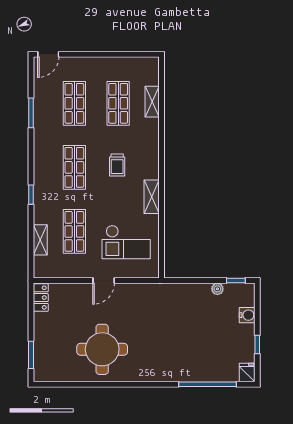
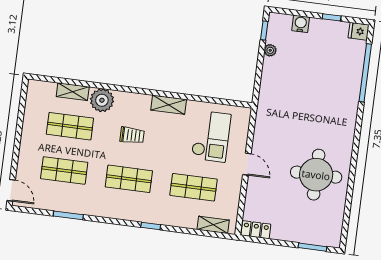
plant: (148, 131) -> (102, 100), added
shelving: (40, 240) -> (213, 225), moved

